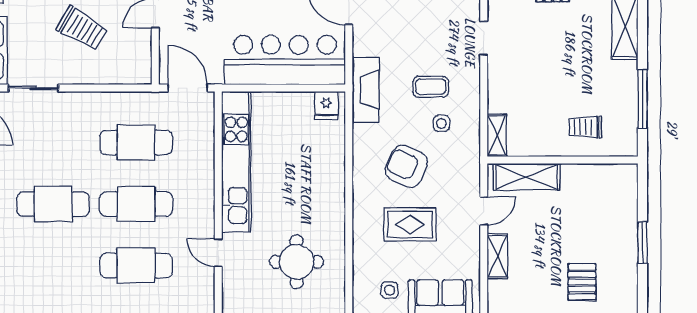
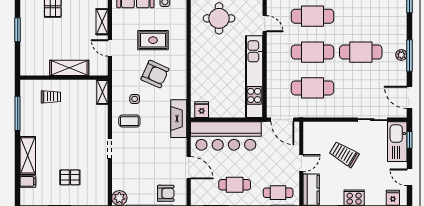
coffee table: (431, 87) -> (129, 121), moved
shelving: (526, 177) -> (69, 68), moved
door: (484, 211) -> (110, 48), hinge flipped

